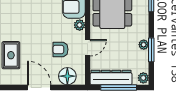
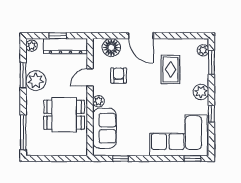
plant: (144, 45) -> (36, 81), width x1.88, depth x1.88
armchair: (60, 49) -> (119, 76), turned -90
window: (119, 87) -> (58, 36), width x0.46

